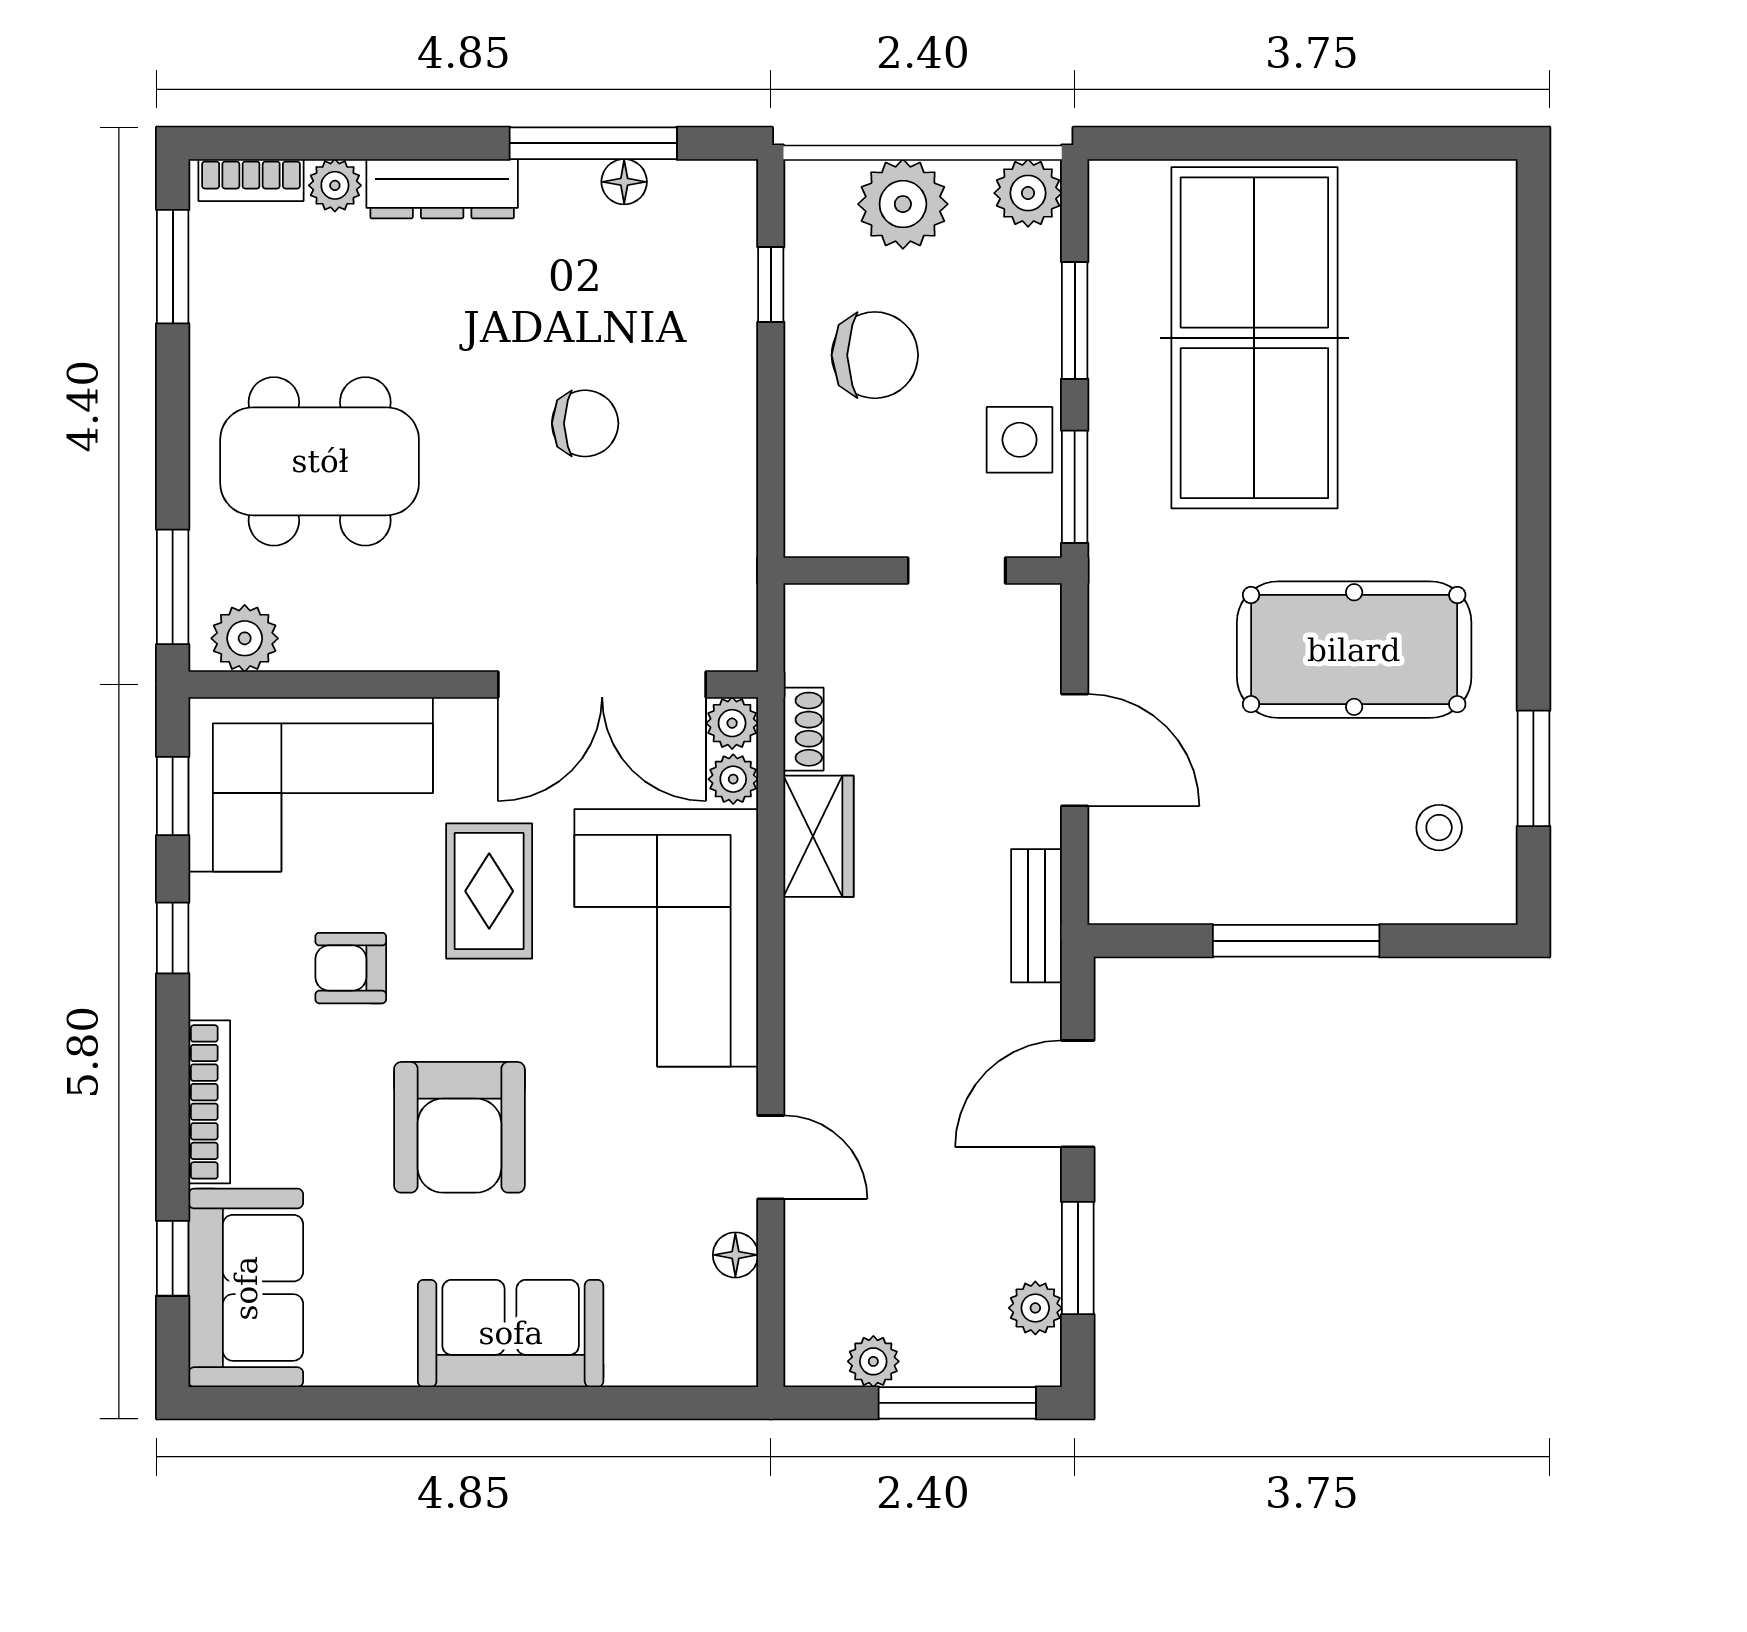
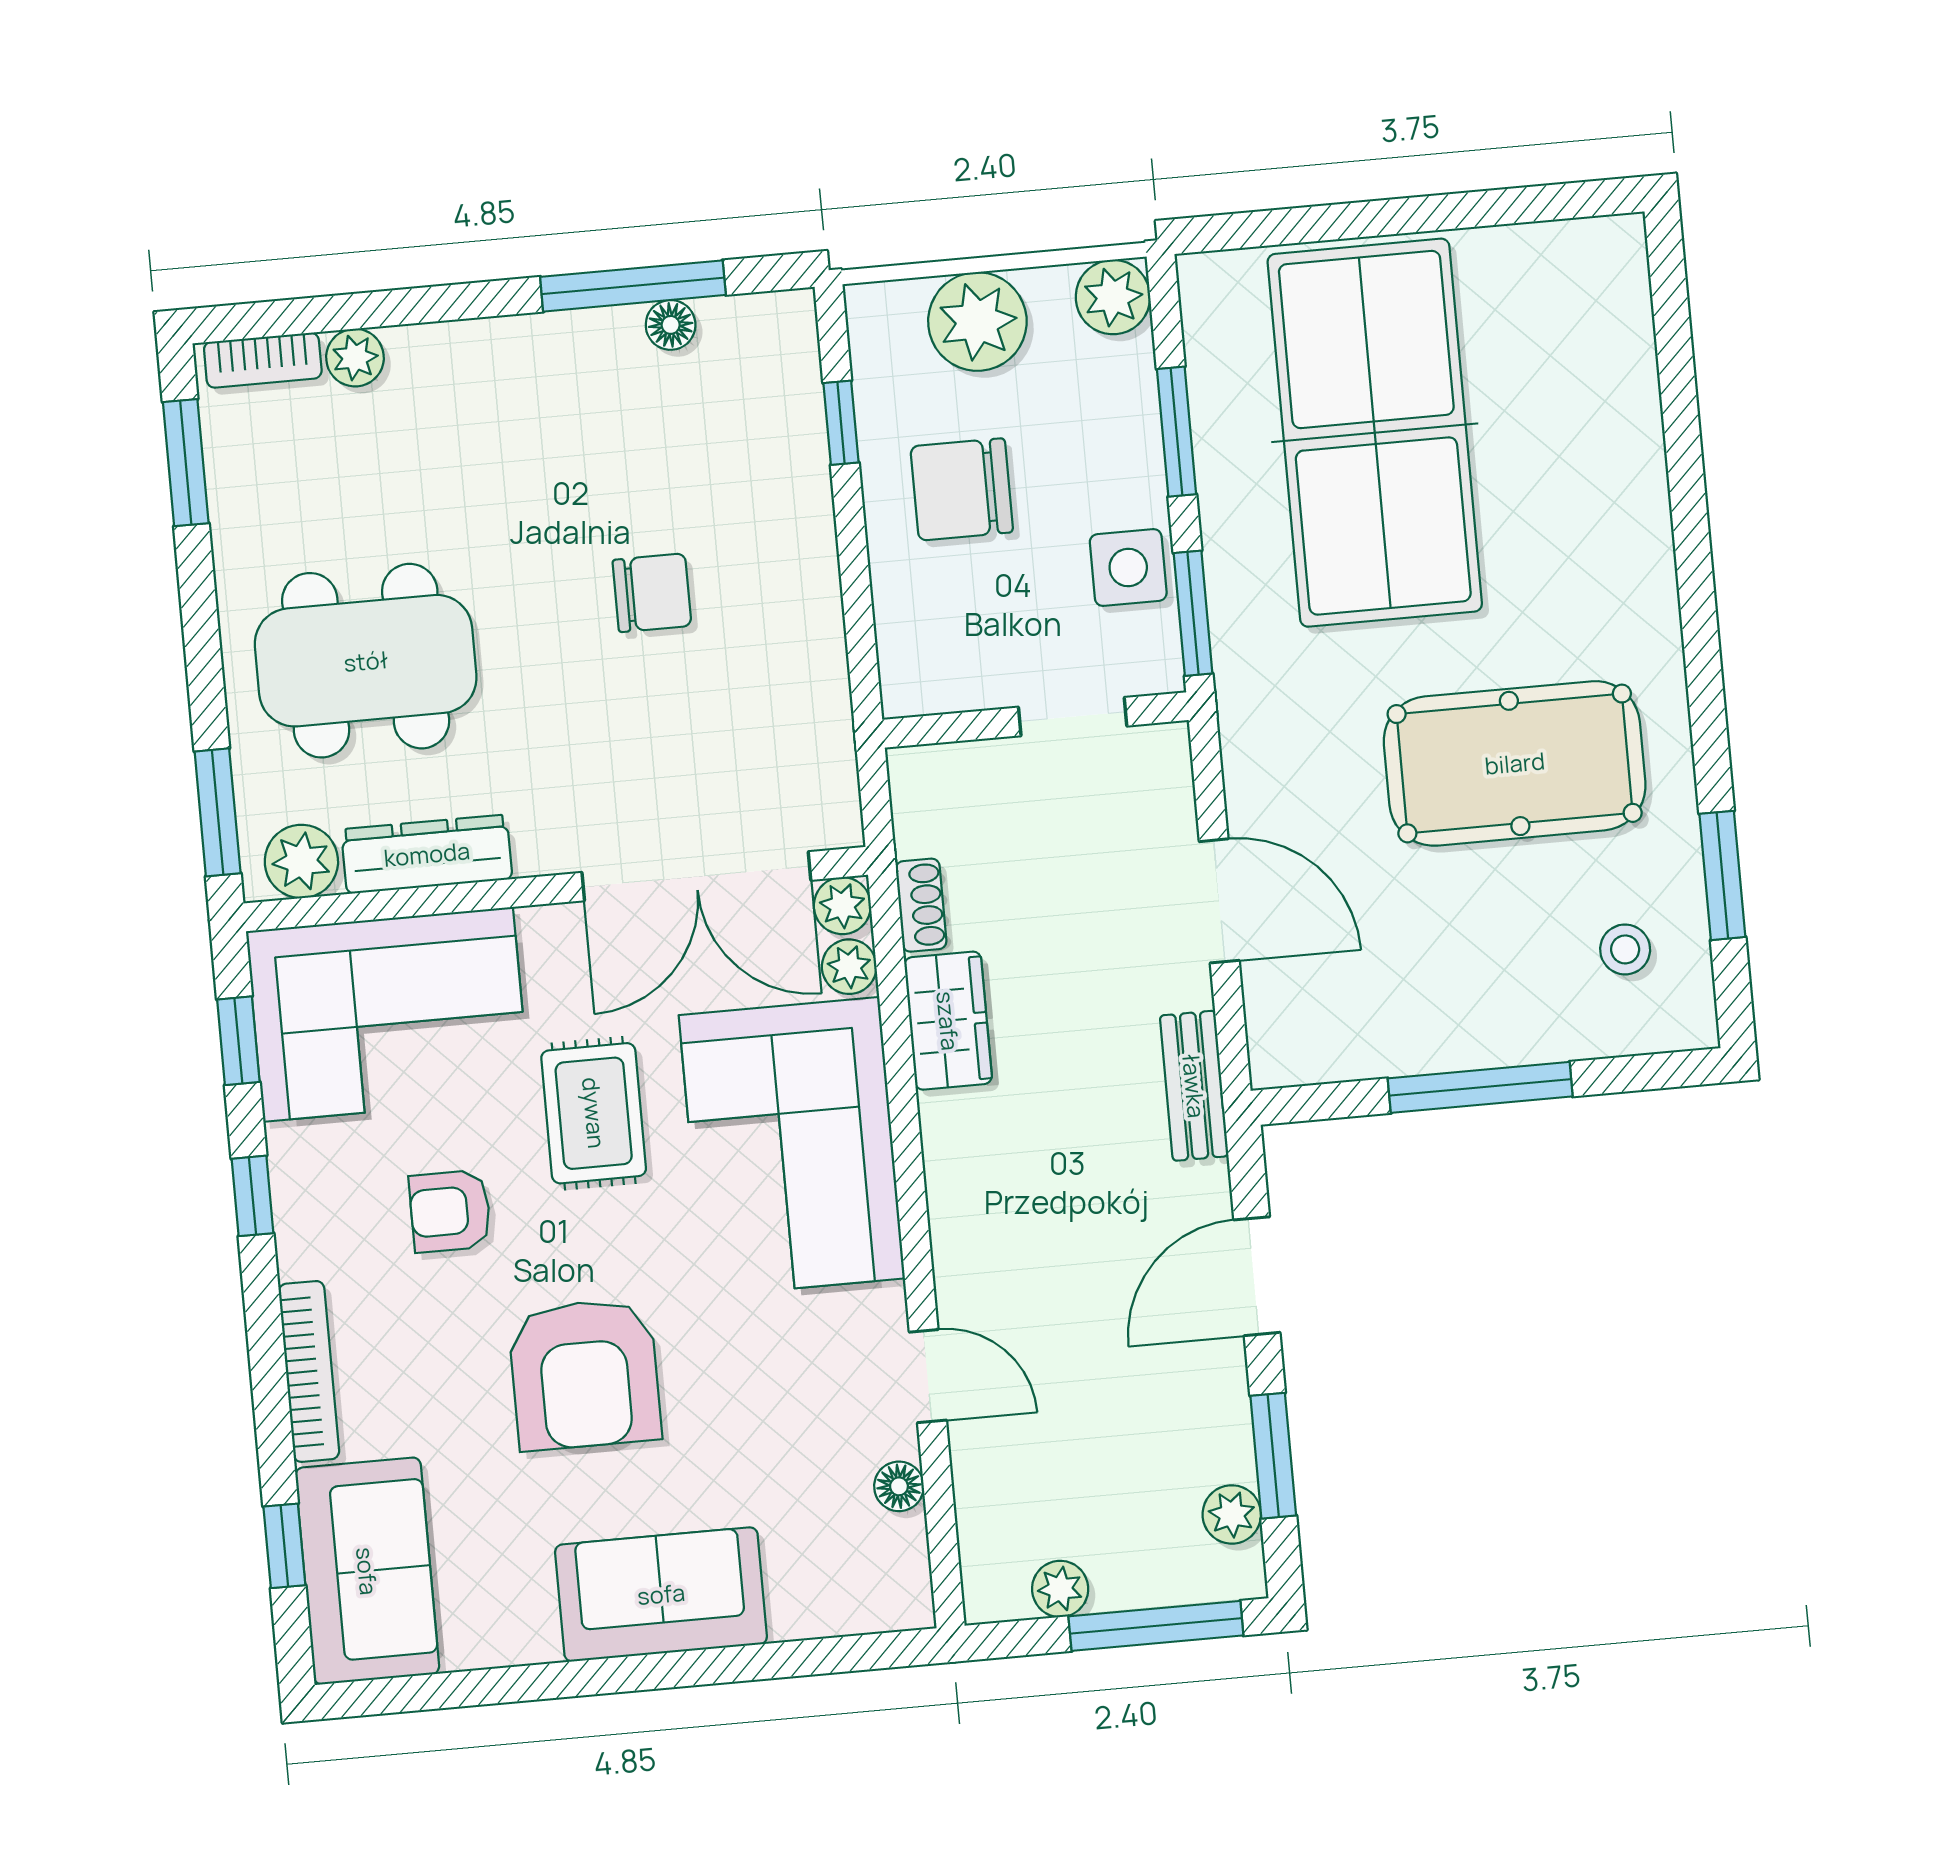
dresser: (442, 189) -> (427, 854), moved, turned 180
chair: (875, 355) -> (962, 489), turned 180

